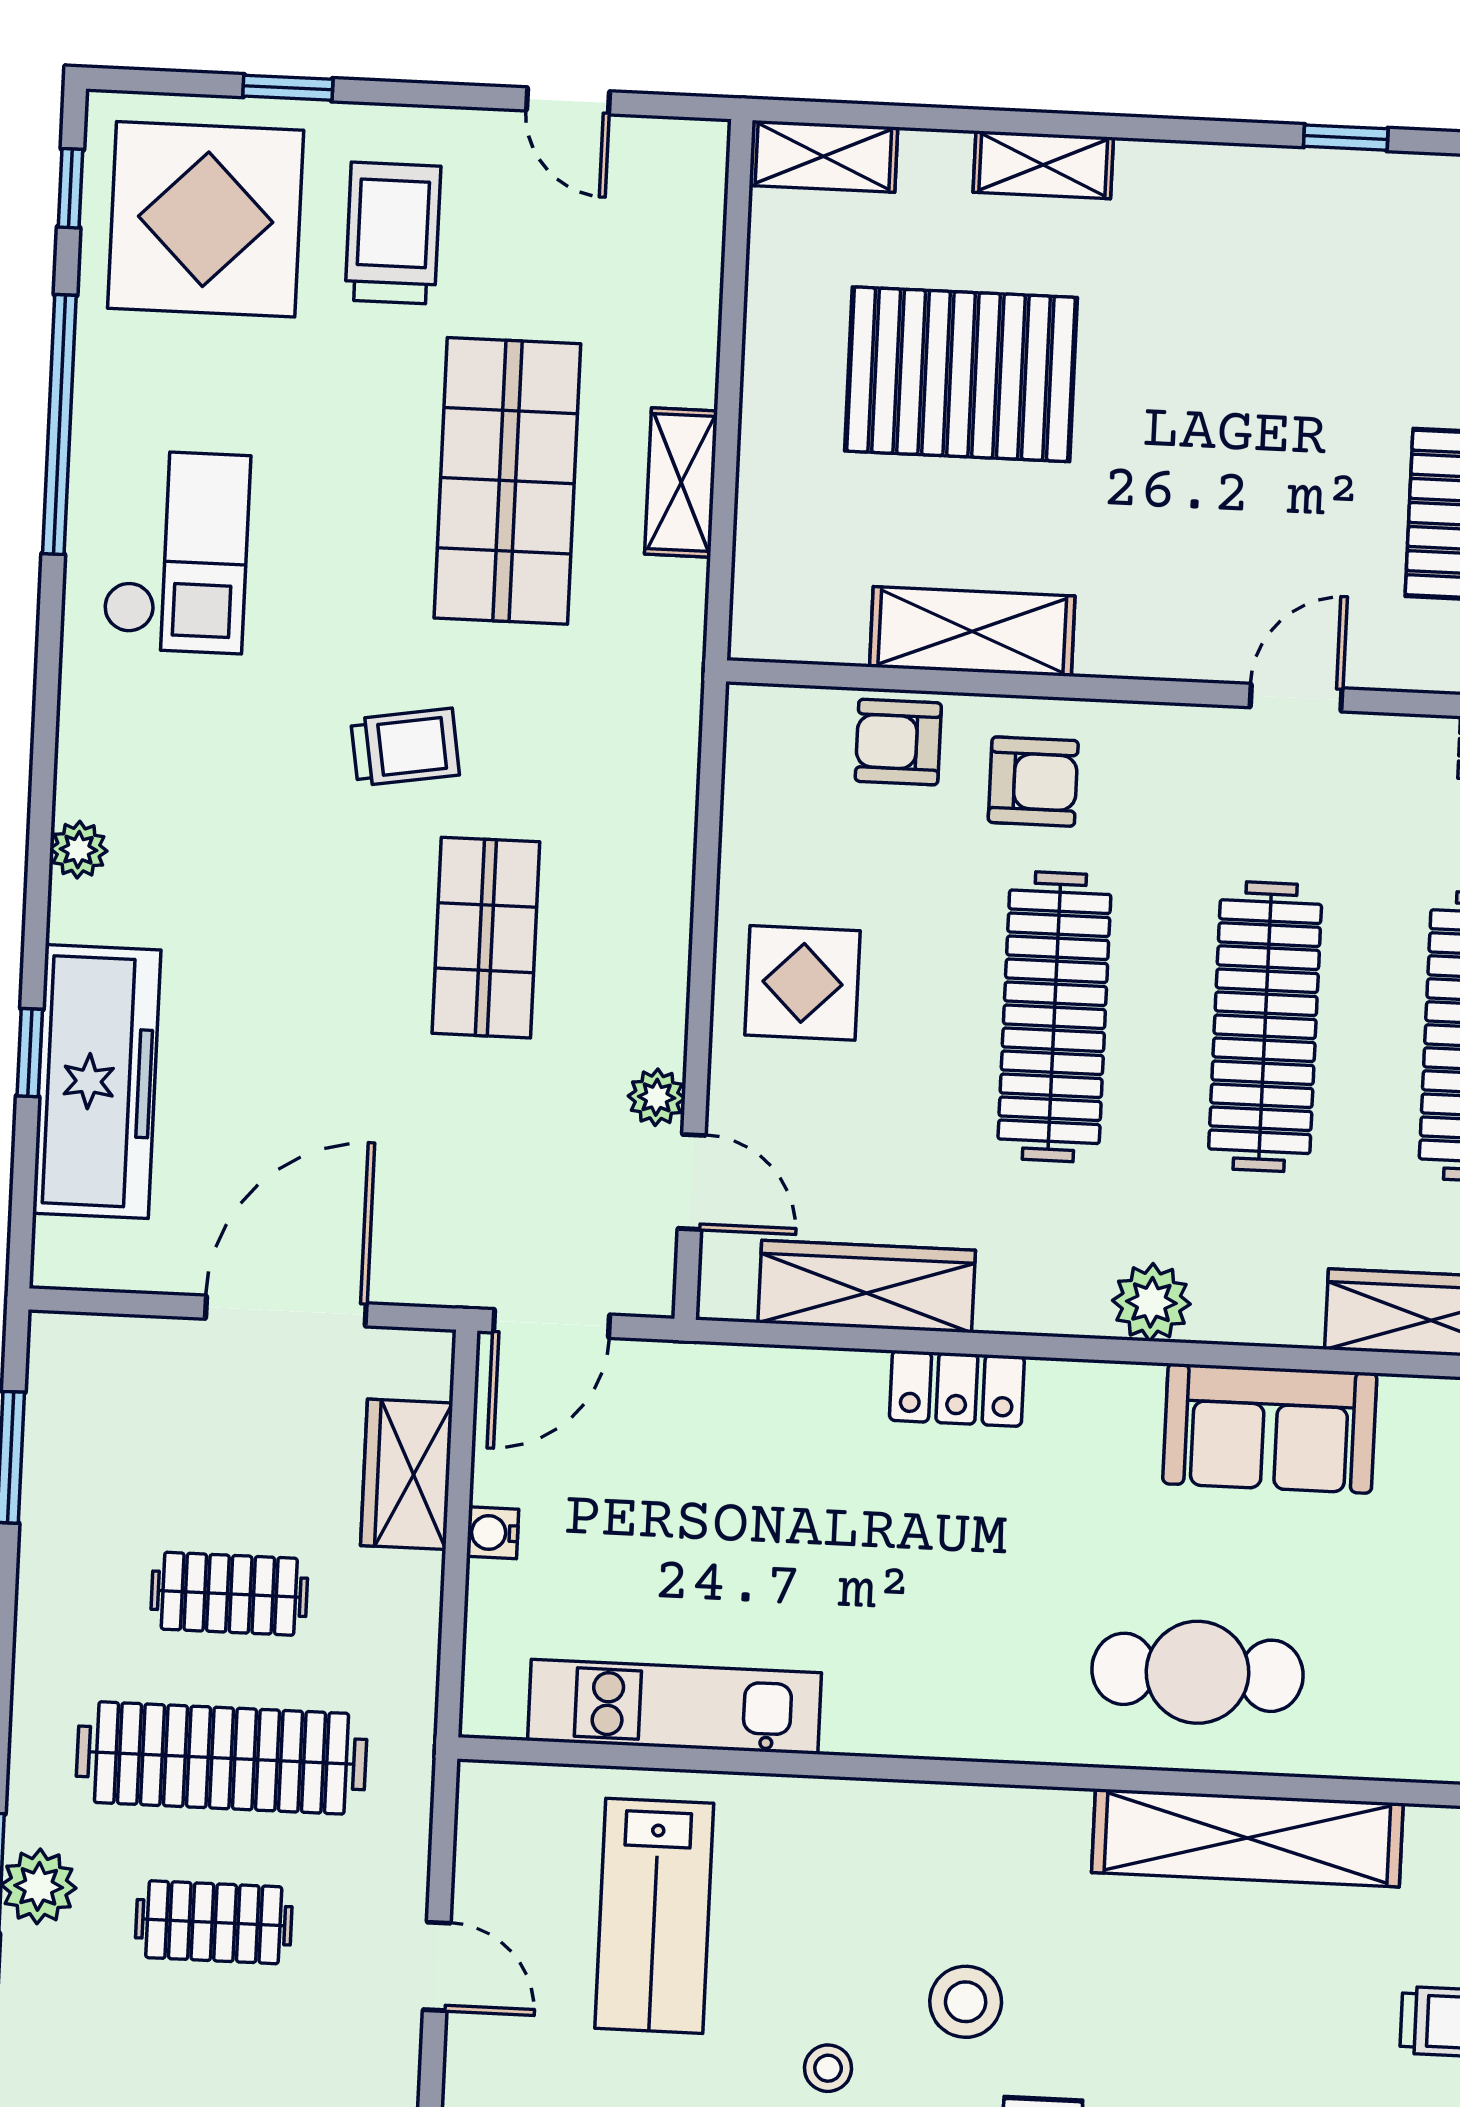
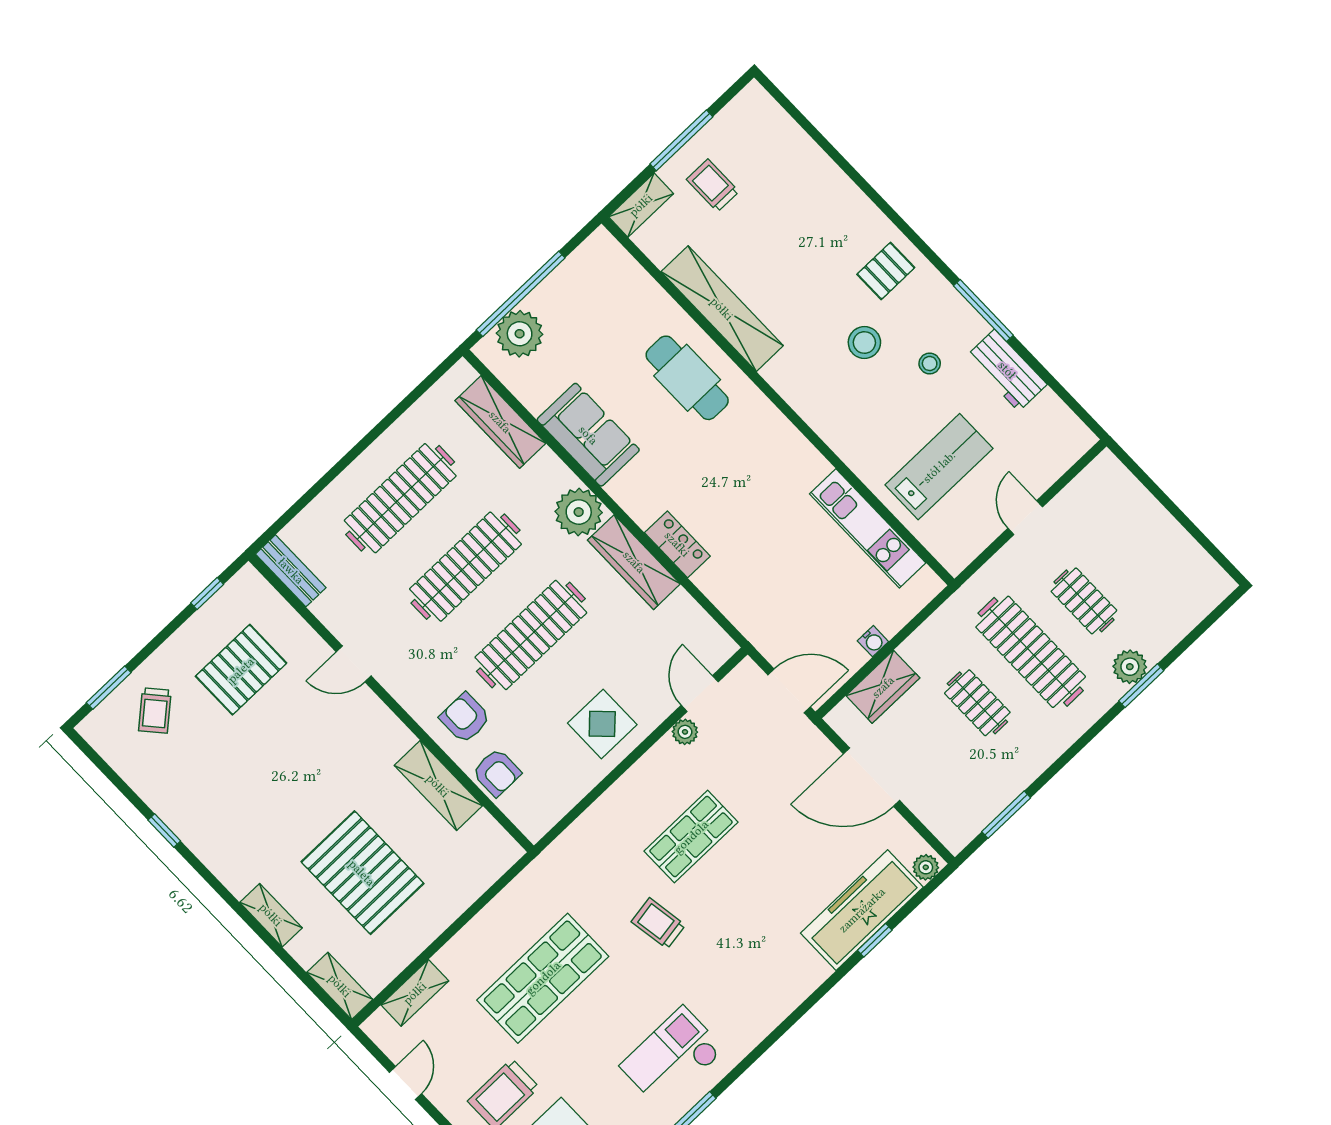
shelving: (681, 482) -> (415, 993), moved
plant: (78, 850) -> (926, 867), moved
wardrobe: (867, 1286) -> (634, 562), moved
plant: (1151, 1302) -> (579, 512), width x1.36, depth x1.36

